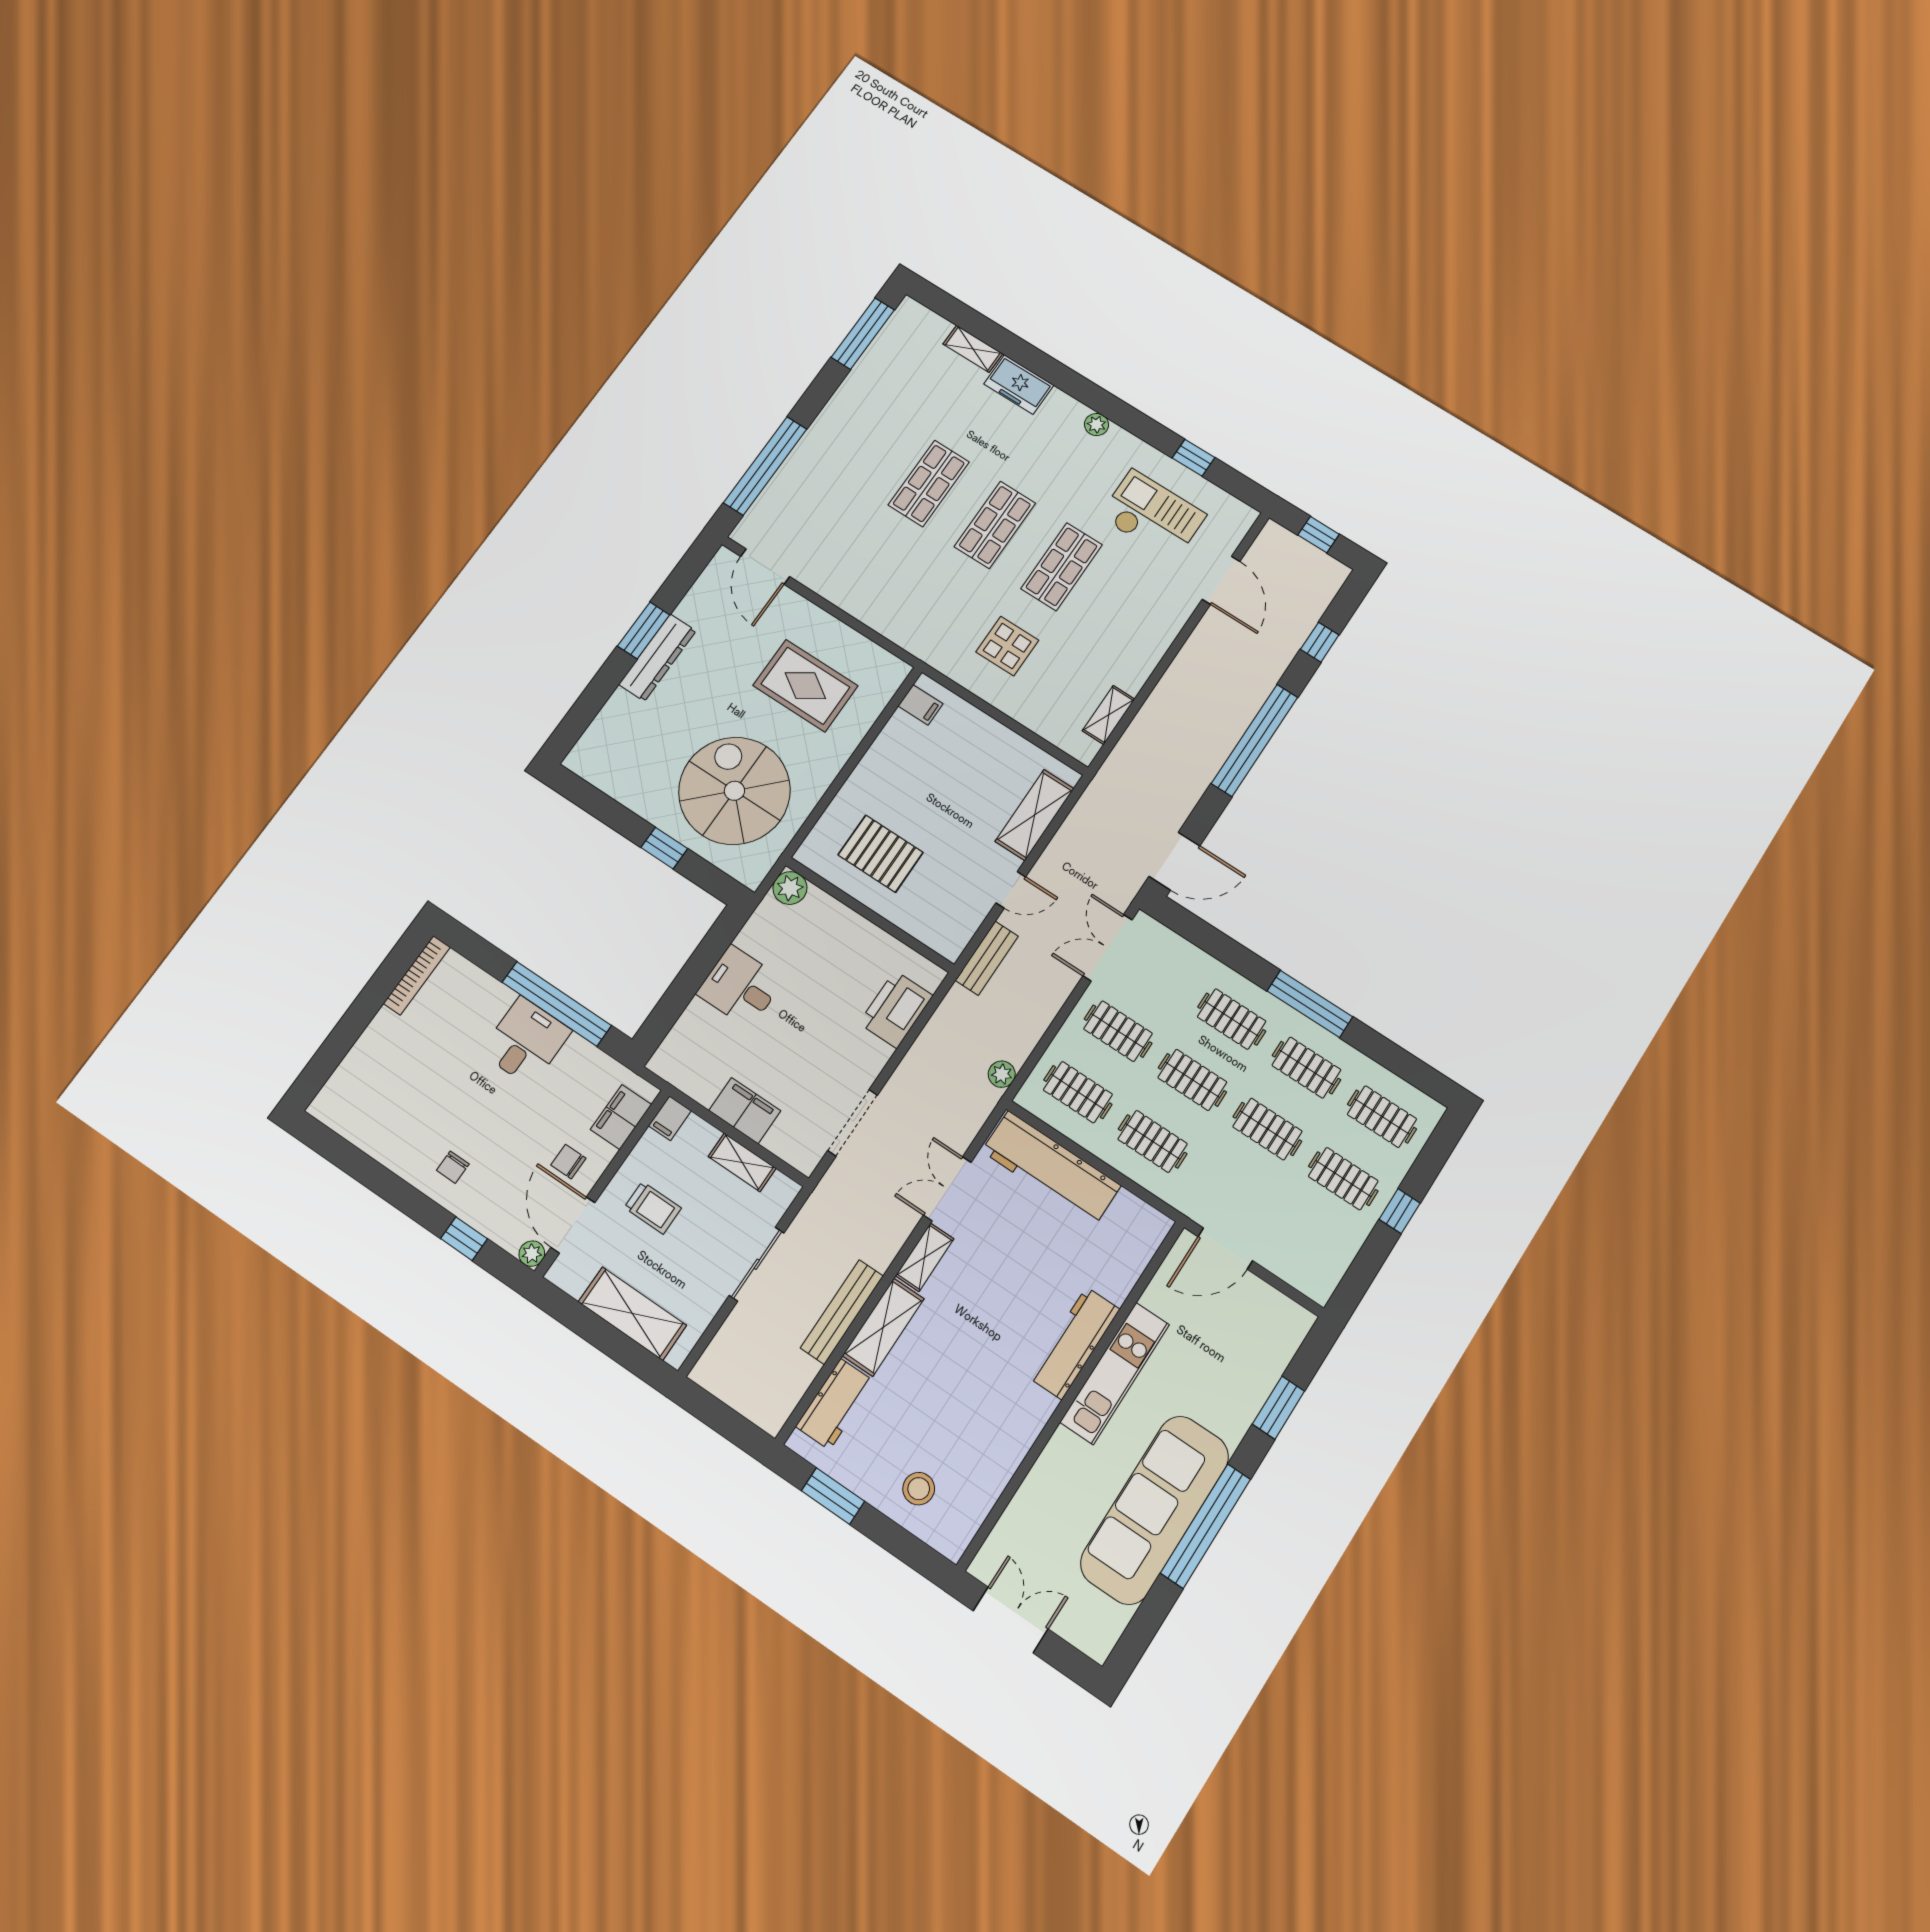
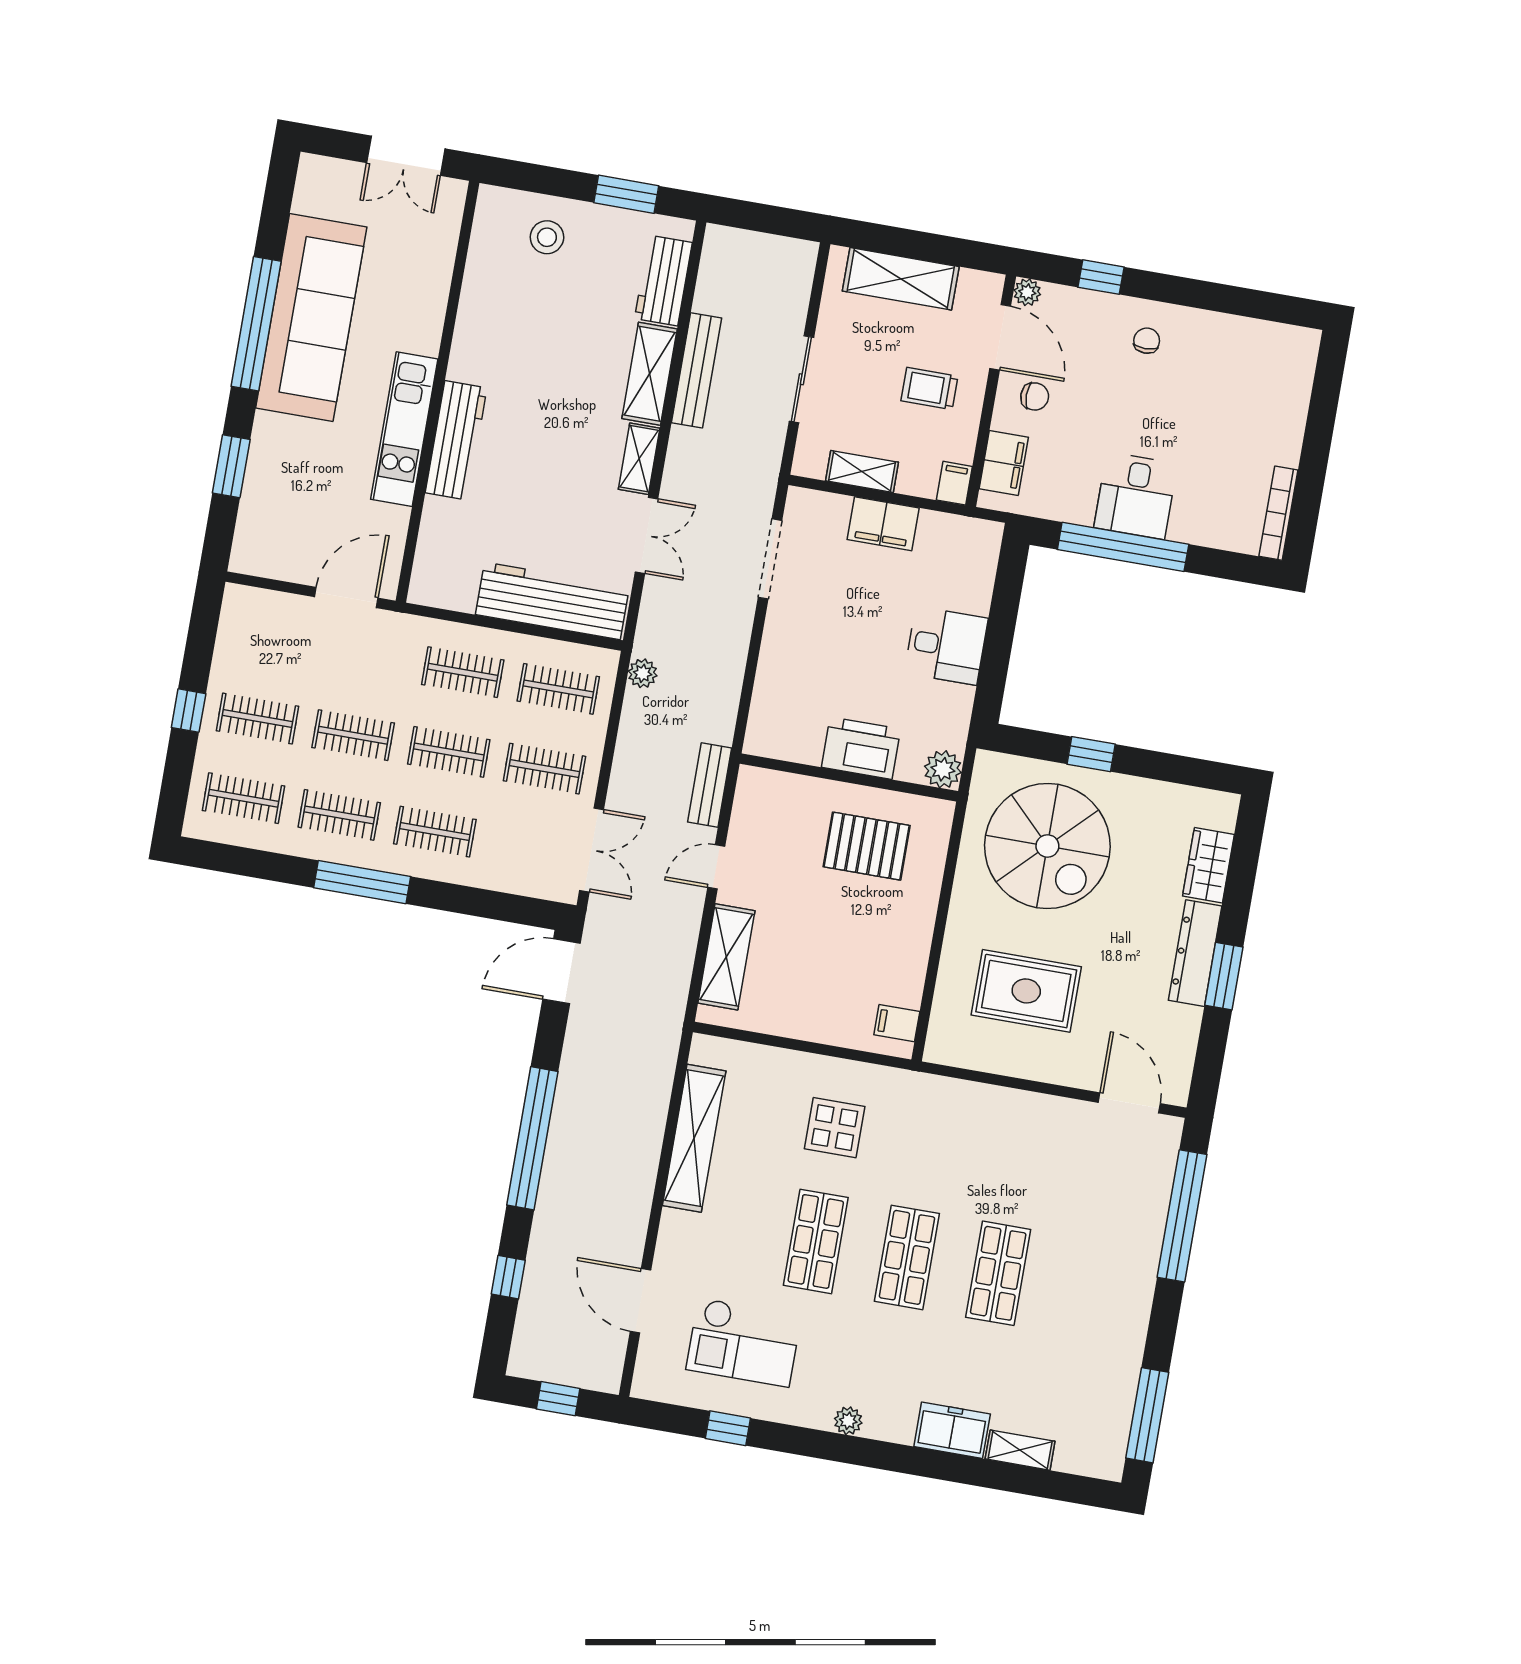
shelving: (1109, 715) -> (694, 1138), width x2.20, depth x1.33
wardrobe: (613, 720) -> (1208, 865), added
printer: (896, 1009) -> (861, 748), moved, turned -90

